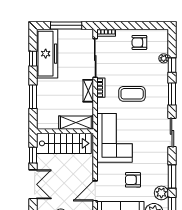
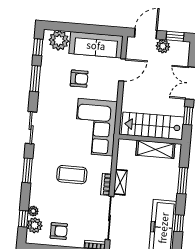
window: (172, 65) -> (23, 219), moved
shelving: (76, 123) -> (155, 149), moved
plant: (161, 193) -> (35, 225), moved

